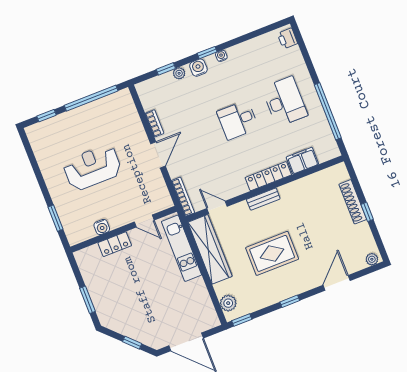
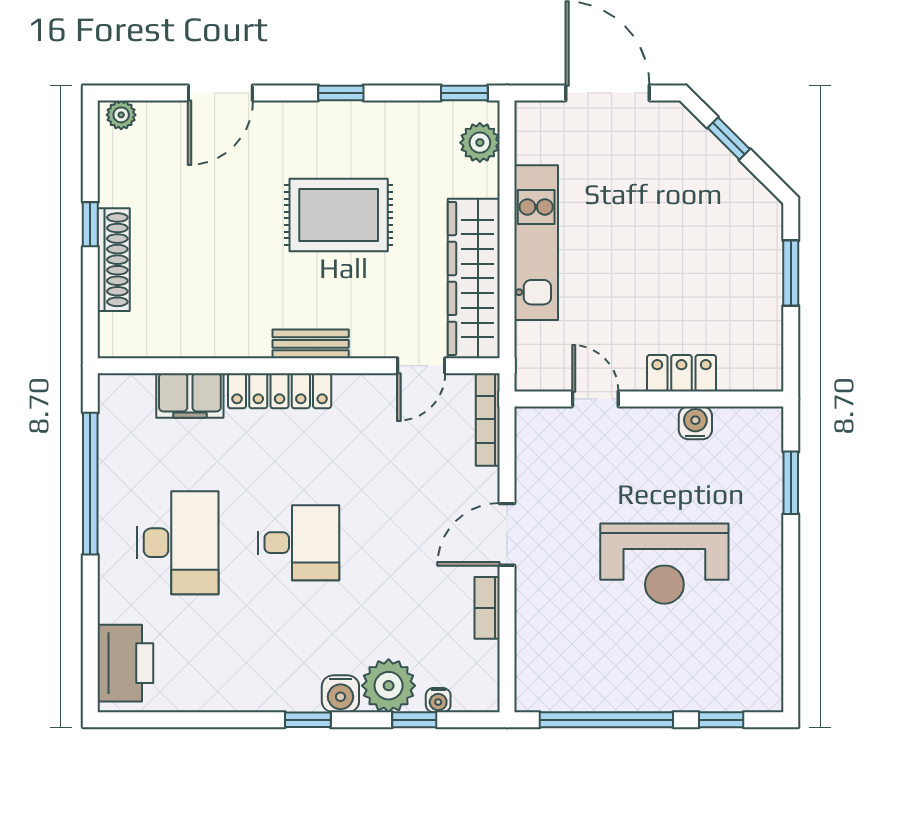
printer: (287, 38) -> (125, 663), width x1.87, depth x1.48
water cooler: (221, 56) -> (438, 700), moved
plant: (179, 73) -> (389, 686), width x1.87, depth x1.87
desk: (285, 102) -> (178, 543), turned 180
door: (217, 207) -> (421, 366), hinge flipped
kitchen unit: (181, 248) -> (536, 243), moved

